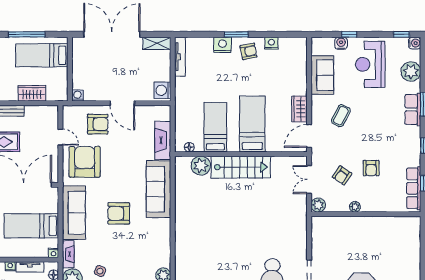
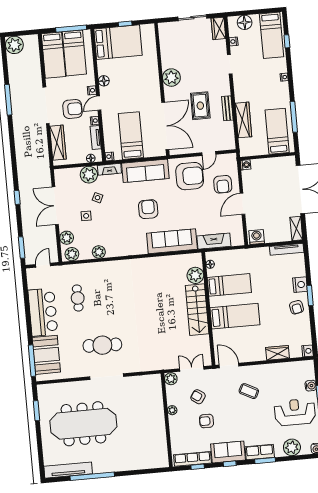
nightstand: (271, 43) -> (308, 351), moved
sofa: (322, 75) -> (228, 452), moved, turned 180
wardrobe: (32, 93) -> (243, 120), width x1.50
wardrobe: (299, 109) -> (278, 353), moved

